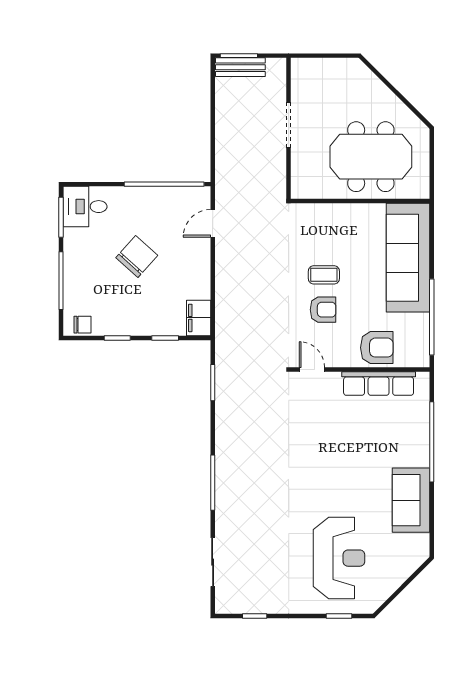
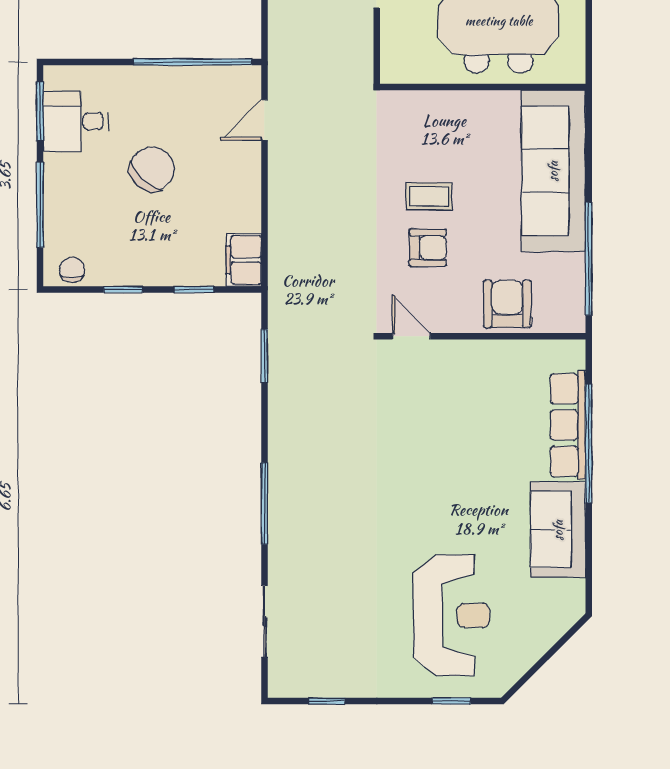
desk: (85, 207) -> (76, 121), moved
chair: (83, 325) -> (72, 270), turned -90
armchair: (377, 348) -> (507, 304), turned -90
row of seats: (379, 384) -> (568, 425), moved, turned 90

